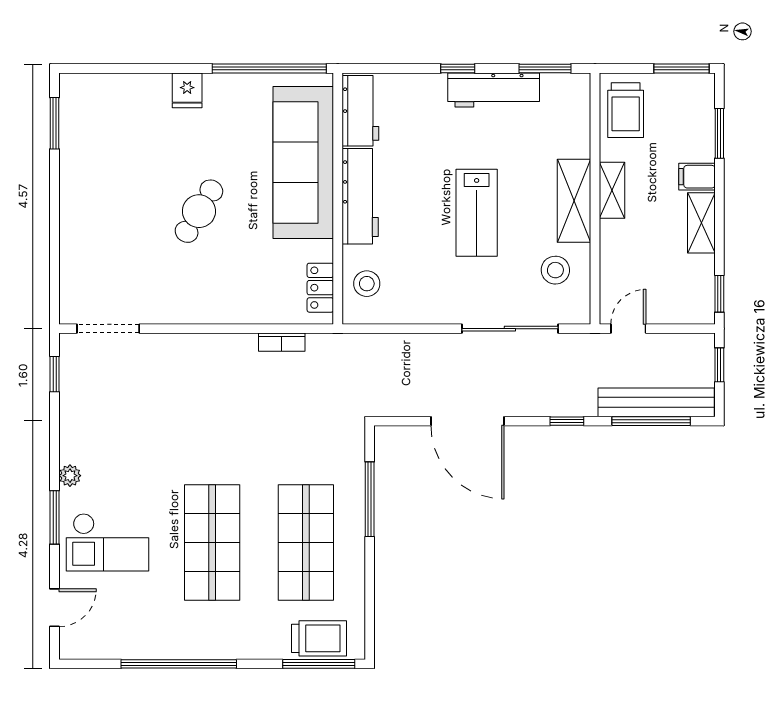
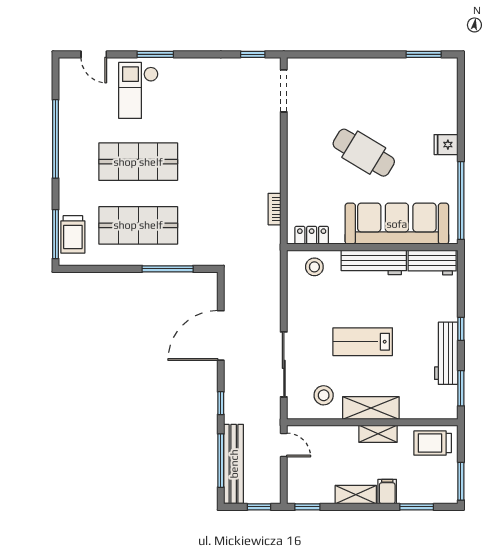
cafe table: (199, 211) -> (364, 153), width x1.37, depth x1.35
plant: (70, 476) -> (184, 65), removed

